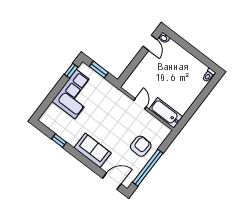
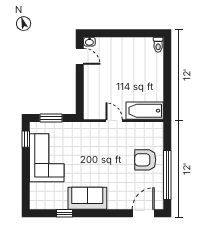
armchair: (141, 146) -> (145, 160), turned -92
sofa: (93, 150) -> (87, 198), moved

